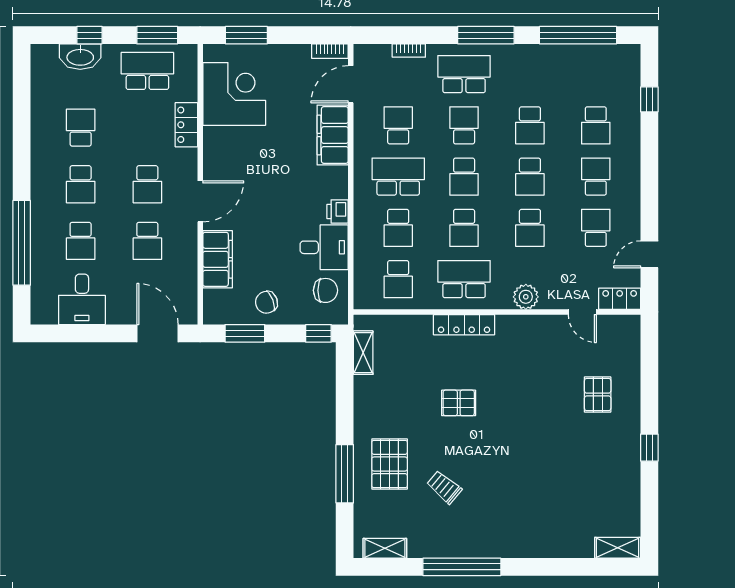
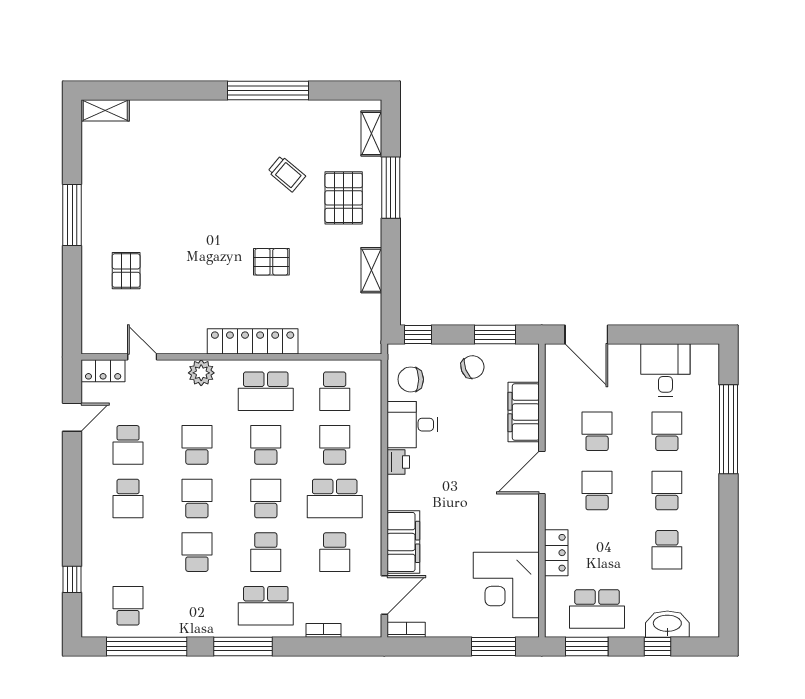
school desk: (596, 125) -> (128, 606), moved
school desk: (398, 279) -> (335, 391), turned 180
locker: (464, 325) -> (253, 341), width x1.41, depth x1.21
shelving: (363, 353) -> (371, 270), moved
window: (649, 448) -> (72, 215), width x2.17
shelving: (385, 548) -> (371, 134), moved, turned 90

